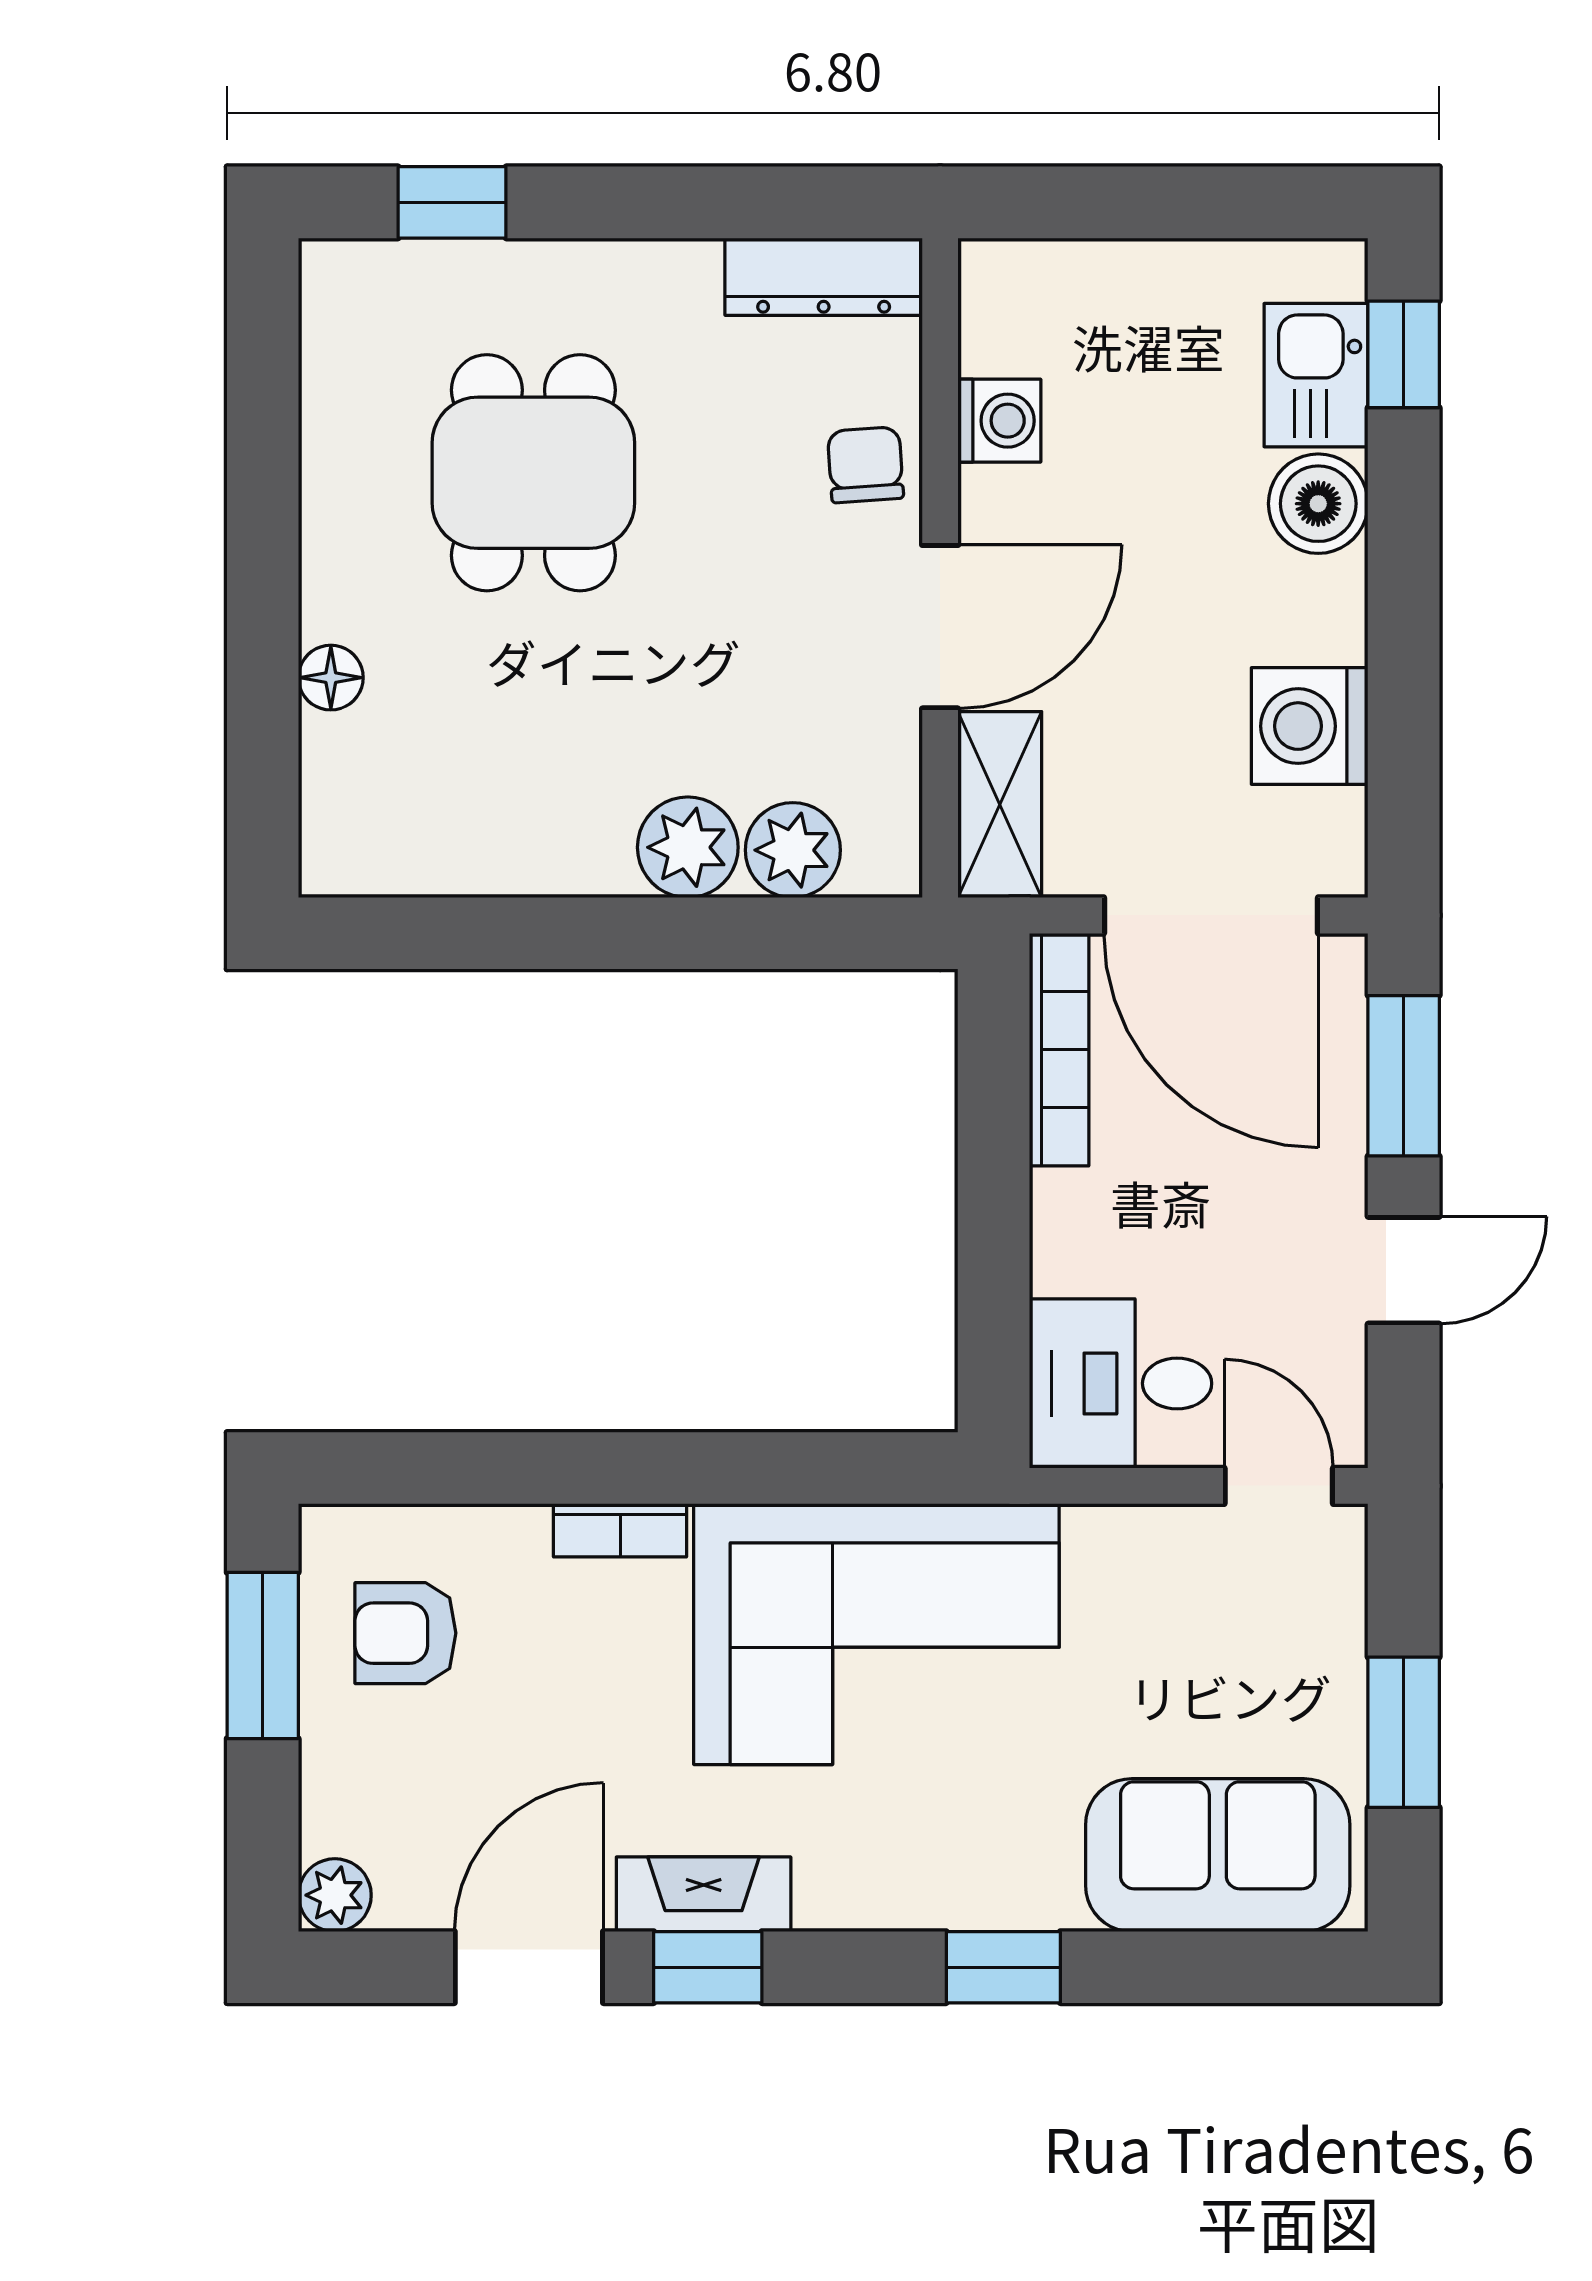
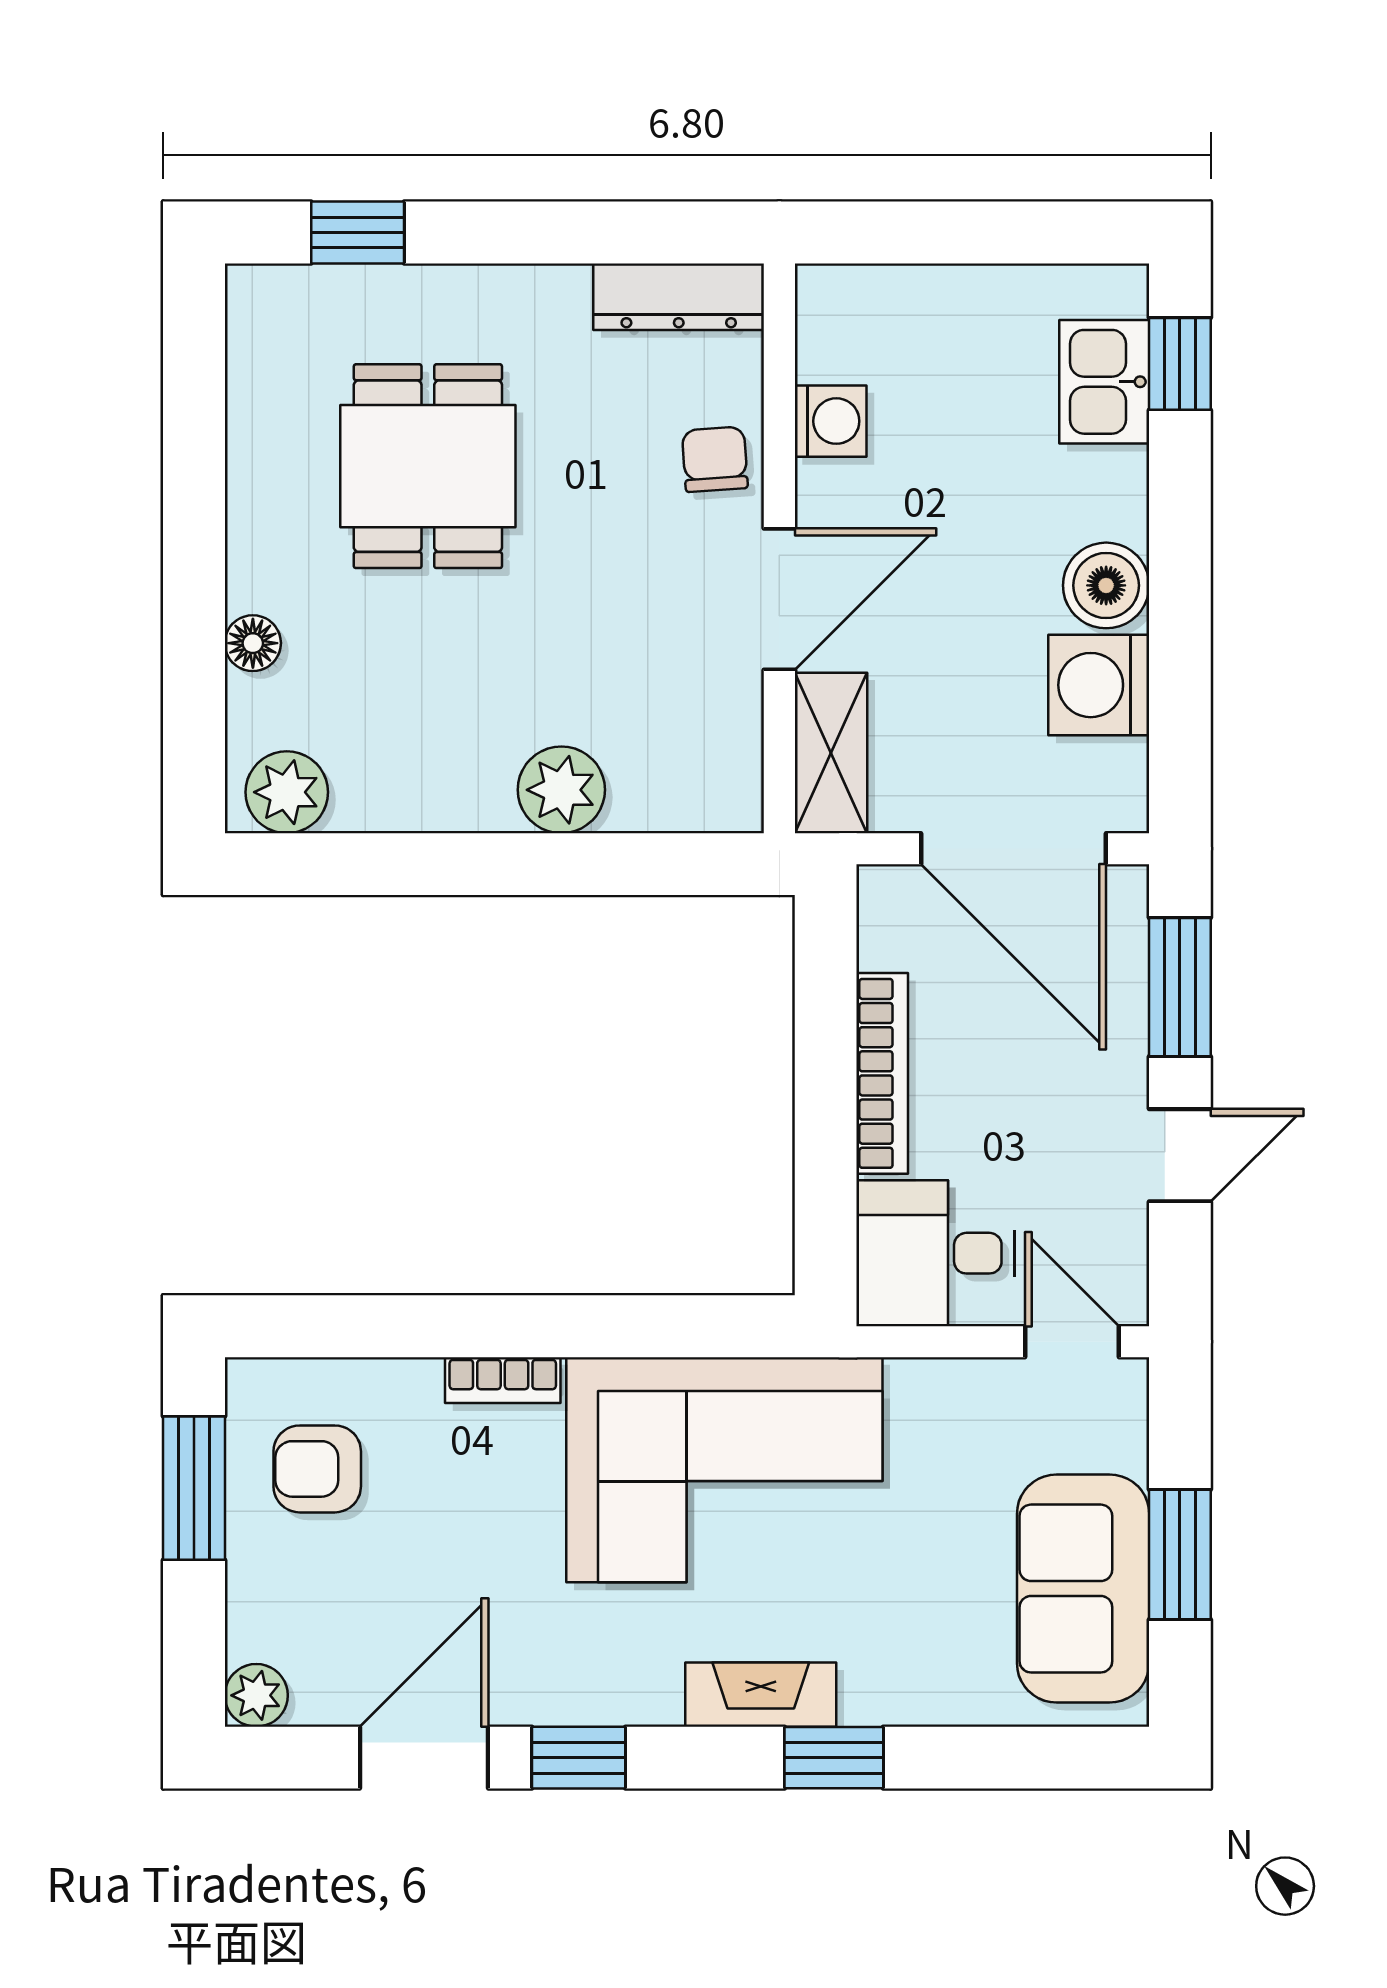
boiler: (1318, 504) -> (1106, 585), moved
plant: (793, 850) -> (287, 792), moved
bookcase: (1059, 1050) -> (882, 1073), moved
sofa: (1218, 1855) -> (1083, 1589), moved, turned -90
fireplace: (704, 1894) -> (761, 1695), moved

